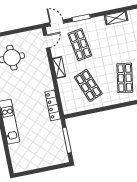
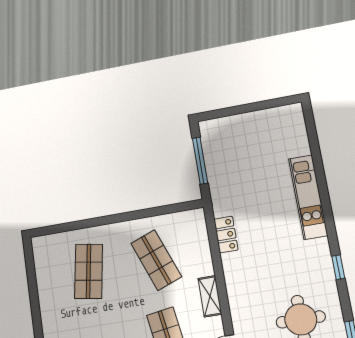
locker: (53, 105) -> (226, 234), width x0.66

